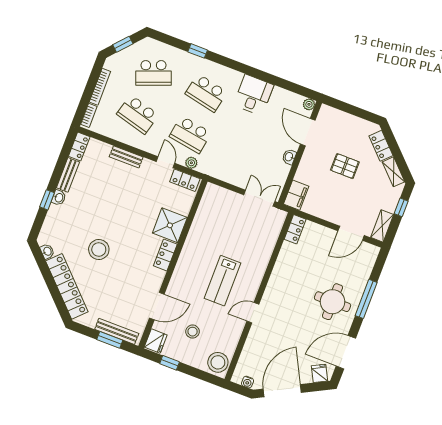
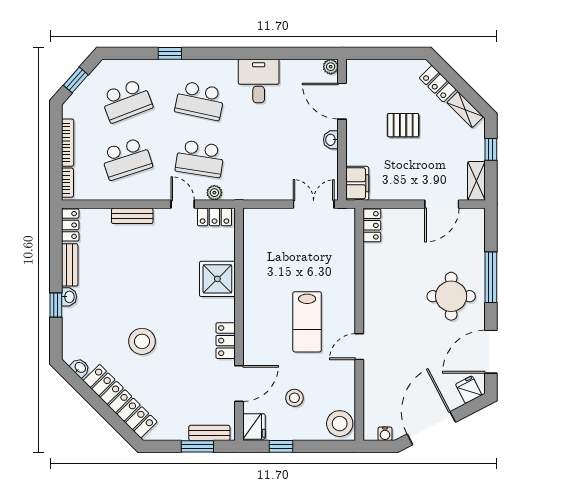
school desk: (138, 114) -> (126, 159), turned -33
locker: (165, 255) -> (226, 341), moved
bench: (117, 331) -> (209, 433), width x0.73

